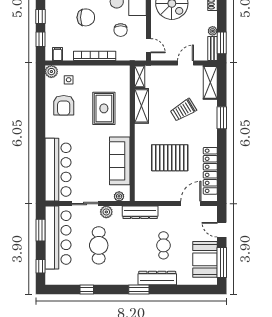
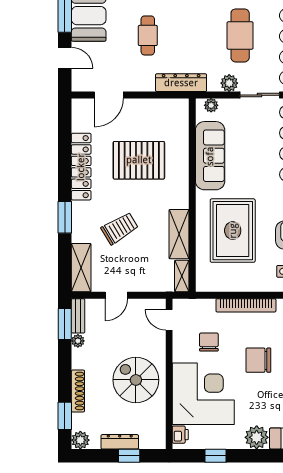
rug: (104, 108) -> (233, 231), width x1.37, depth x1.44
locker: (210, 171) -> (81, 167), moved

